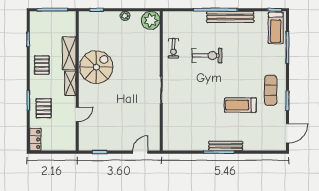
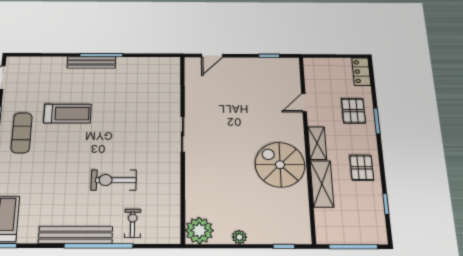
exercise bike: (173, 48) -> (133, 223), moved
spiral stairs: (96, 67) -> (280, 165), turned 90

